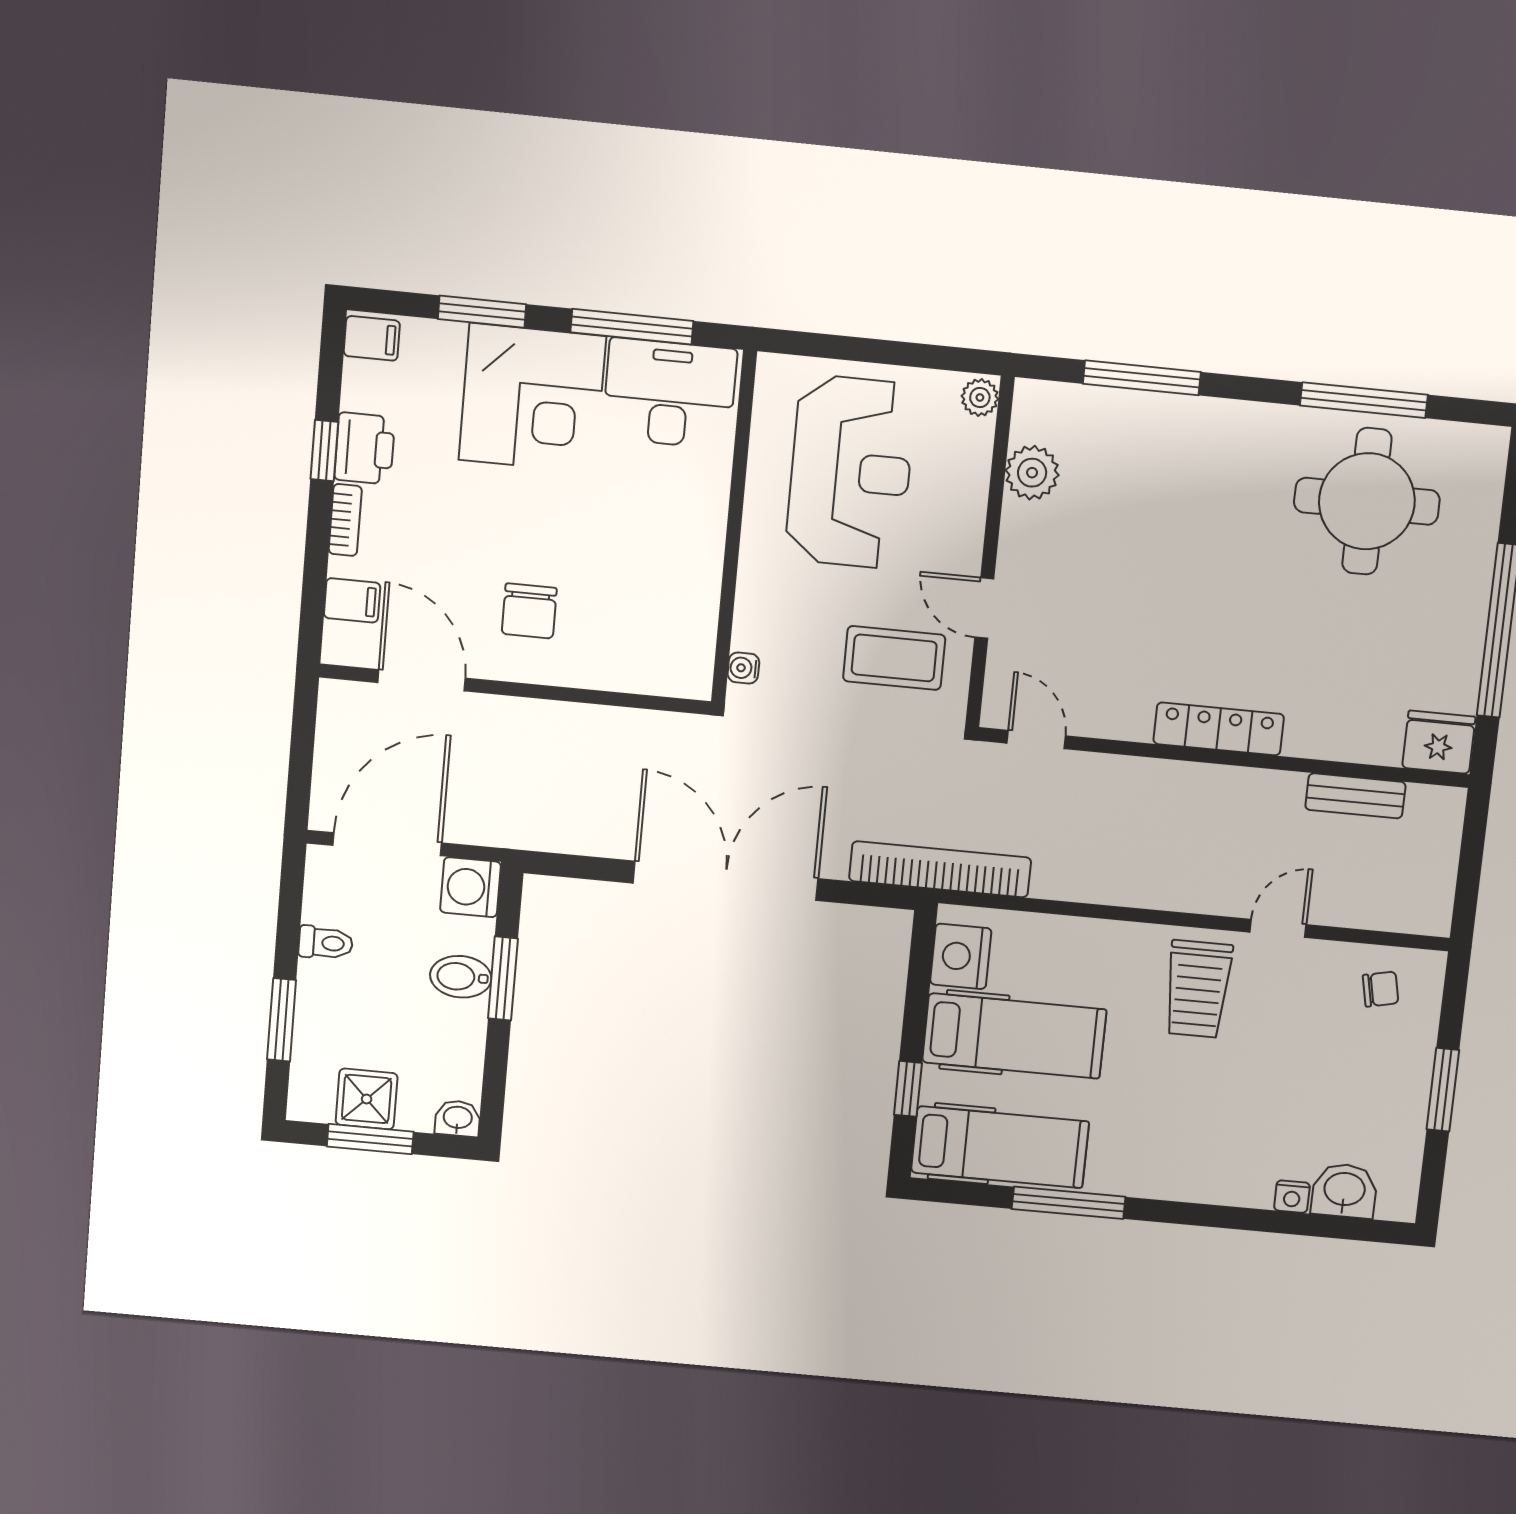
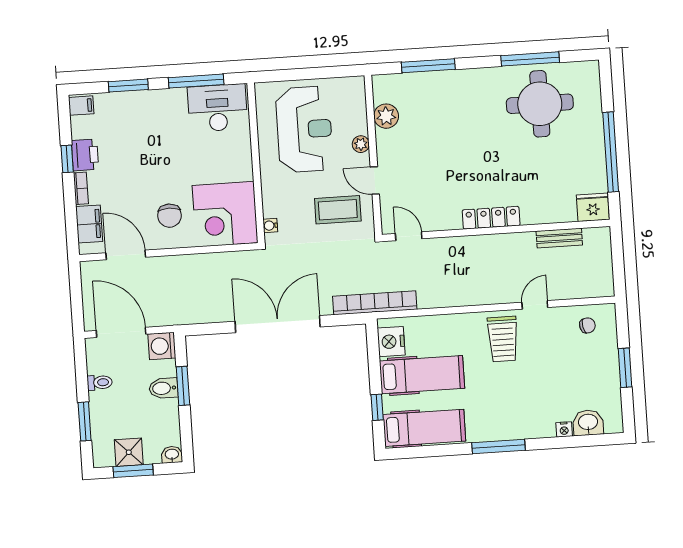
plant: (980, 397) -> (361, 144), moved
corner desk: (532, 398) -> (225, 214), moved, turned 90
filing cabinet: (352, 600) -> (89, 224), width x2.00
door: (387, 844) -> (121, 332), hinge flipped
window: (1069, 1203) -> (498, 447), moved

